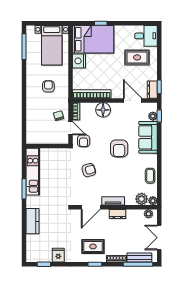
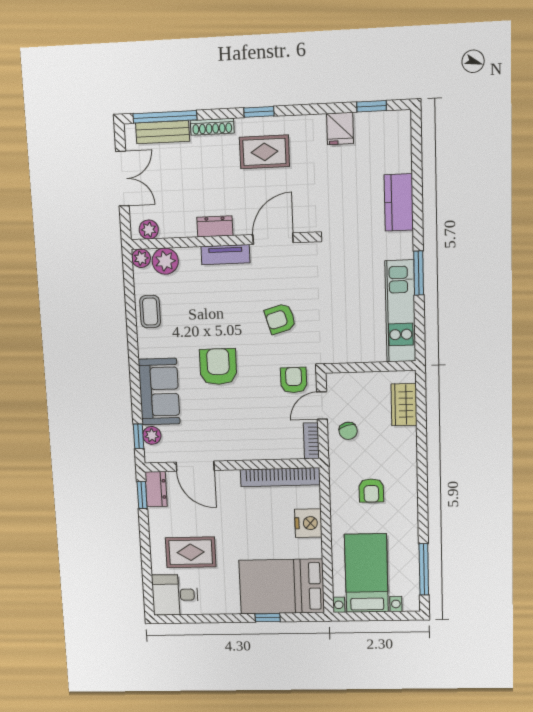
nightstand: (79, 61) -> (308, 523), moved
floor lamp: (103, 110) -> (255, 445), removed
wardrobe: (32, 128) -> (404, 405), added
door: (71, 128) -> (322, 406), hinge flipped

